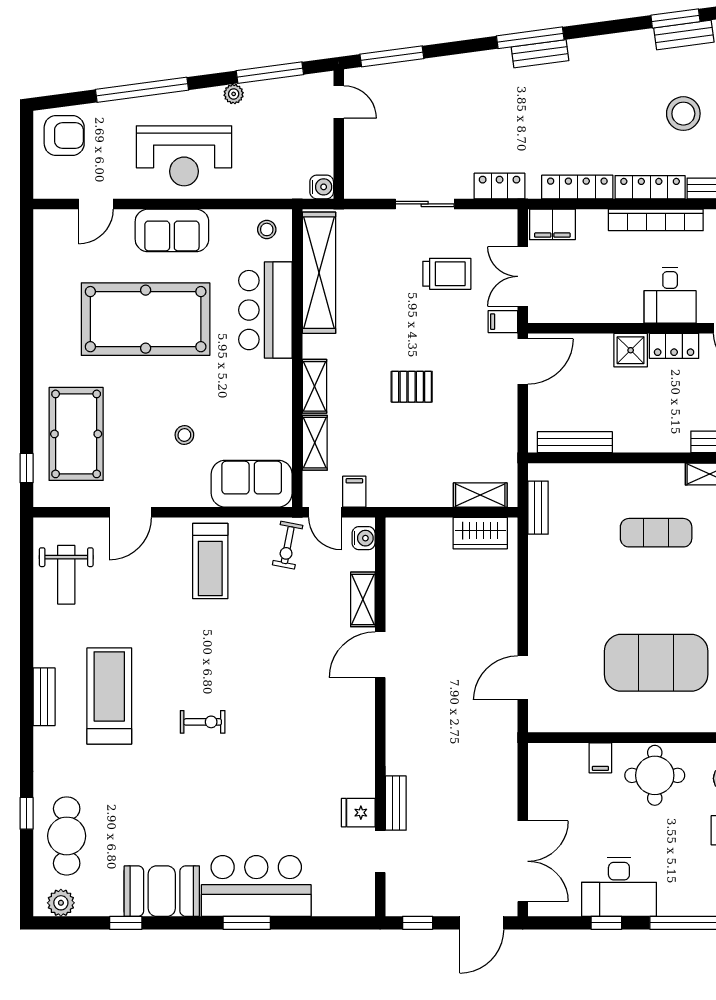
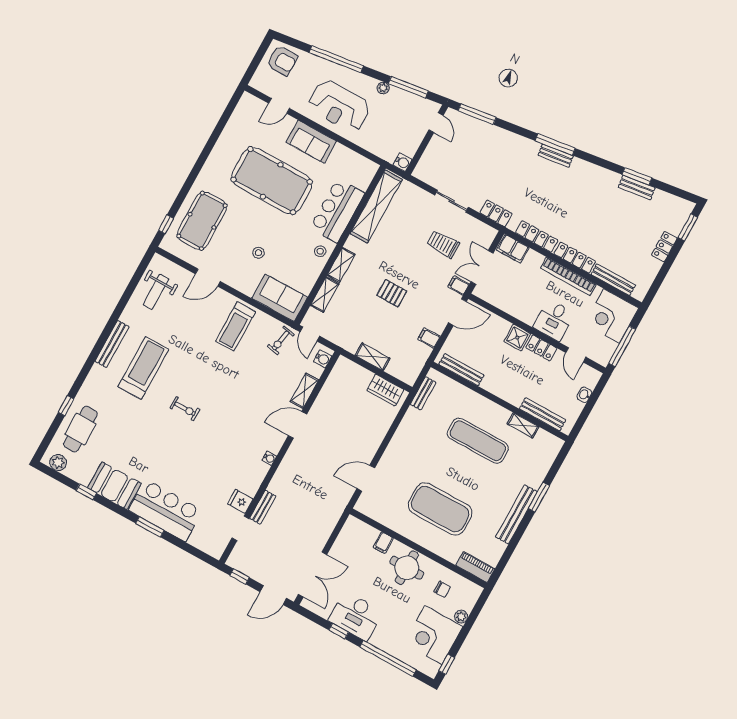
stool: (683, 114) -> (614, 229), removed
stool: (267, 229) -> (320, 251), moved
trolley: (447, 274) -> (443, 244), turned 180
filing cabinet: (354, 492) -> (429, 338), moved, turned -90
shelving: (480, 495) -> (373, 357), moved
exercise mat: (656, 533) -> (478, 441), width x1.36, depth x1.45
bench: (44, 697) -> (112, 344), width x1.36
water cooler: (366, 726) -> (269, 458), added

